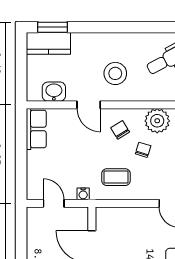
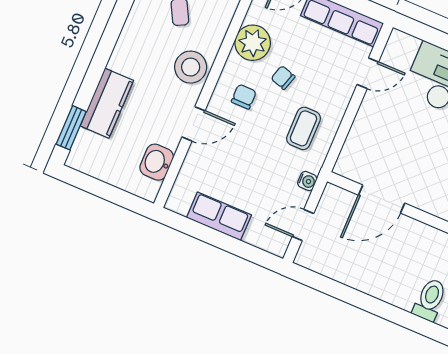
kitchen counter: (48, 43) -> (107, 103), moved
stool: (115, 73) -> (191, 67), moved
row of seats: (36, 129) -> (219, 216), moved
chair: (120, 130) -> (244, 97), turned 122

